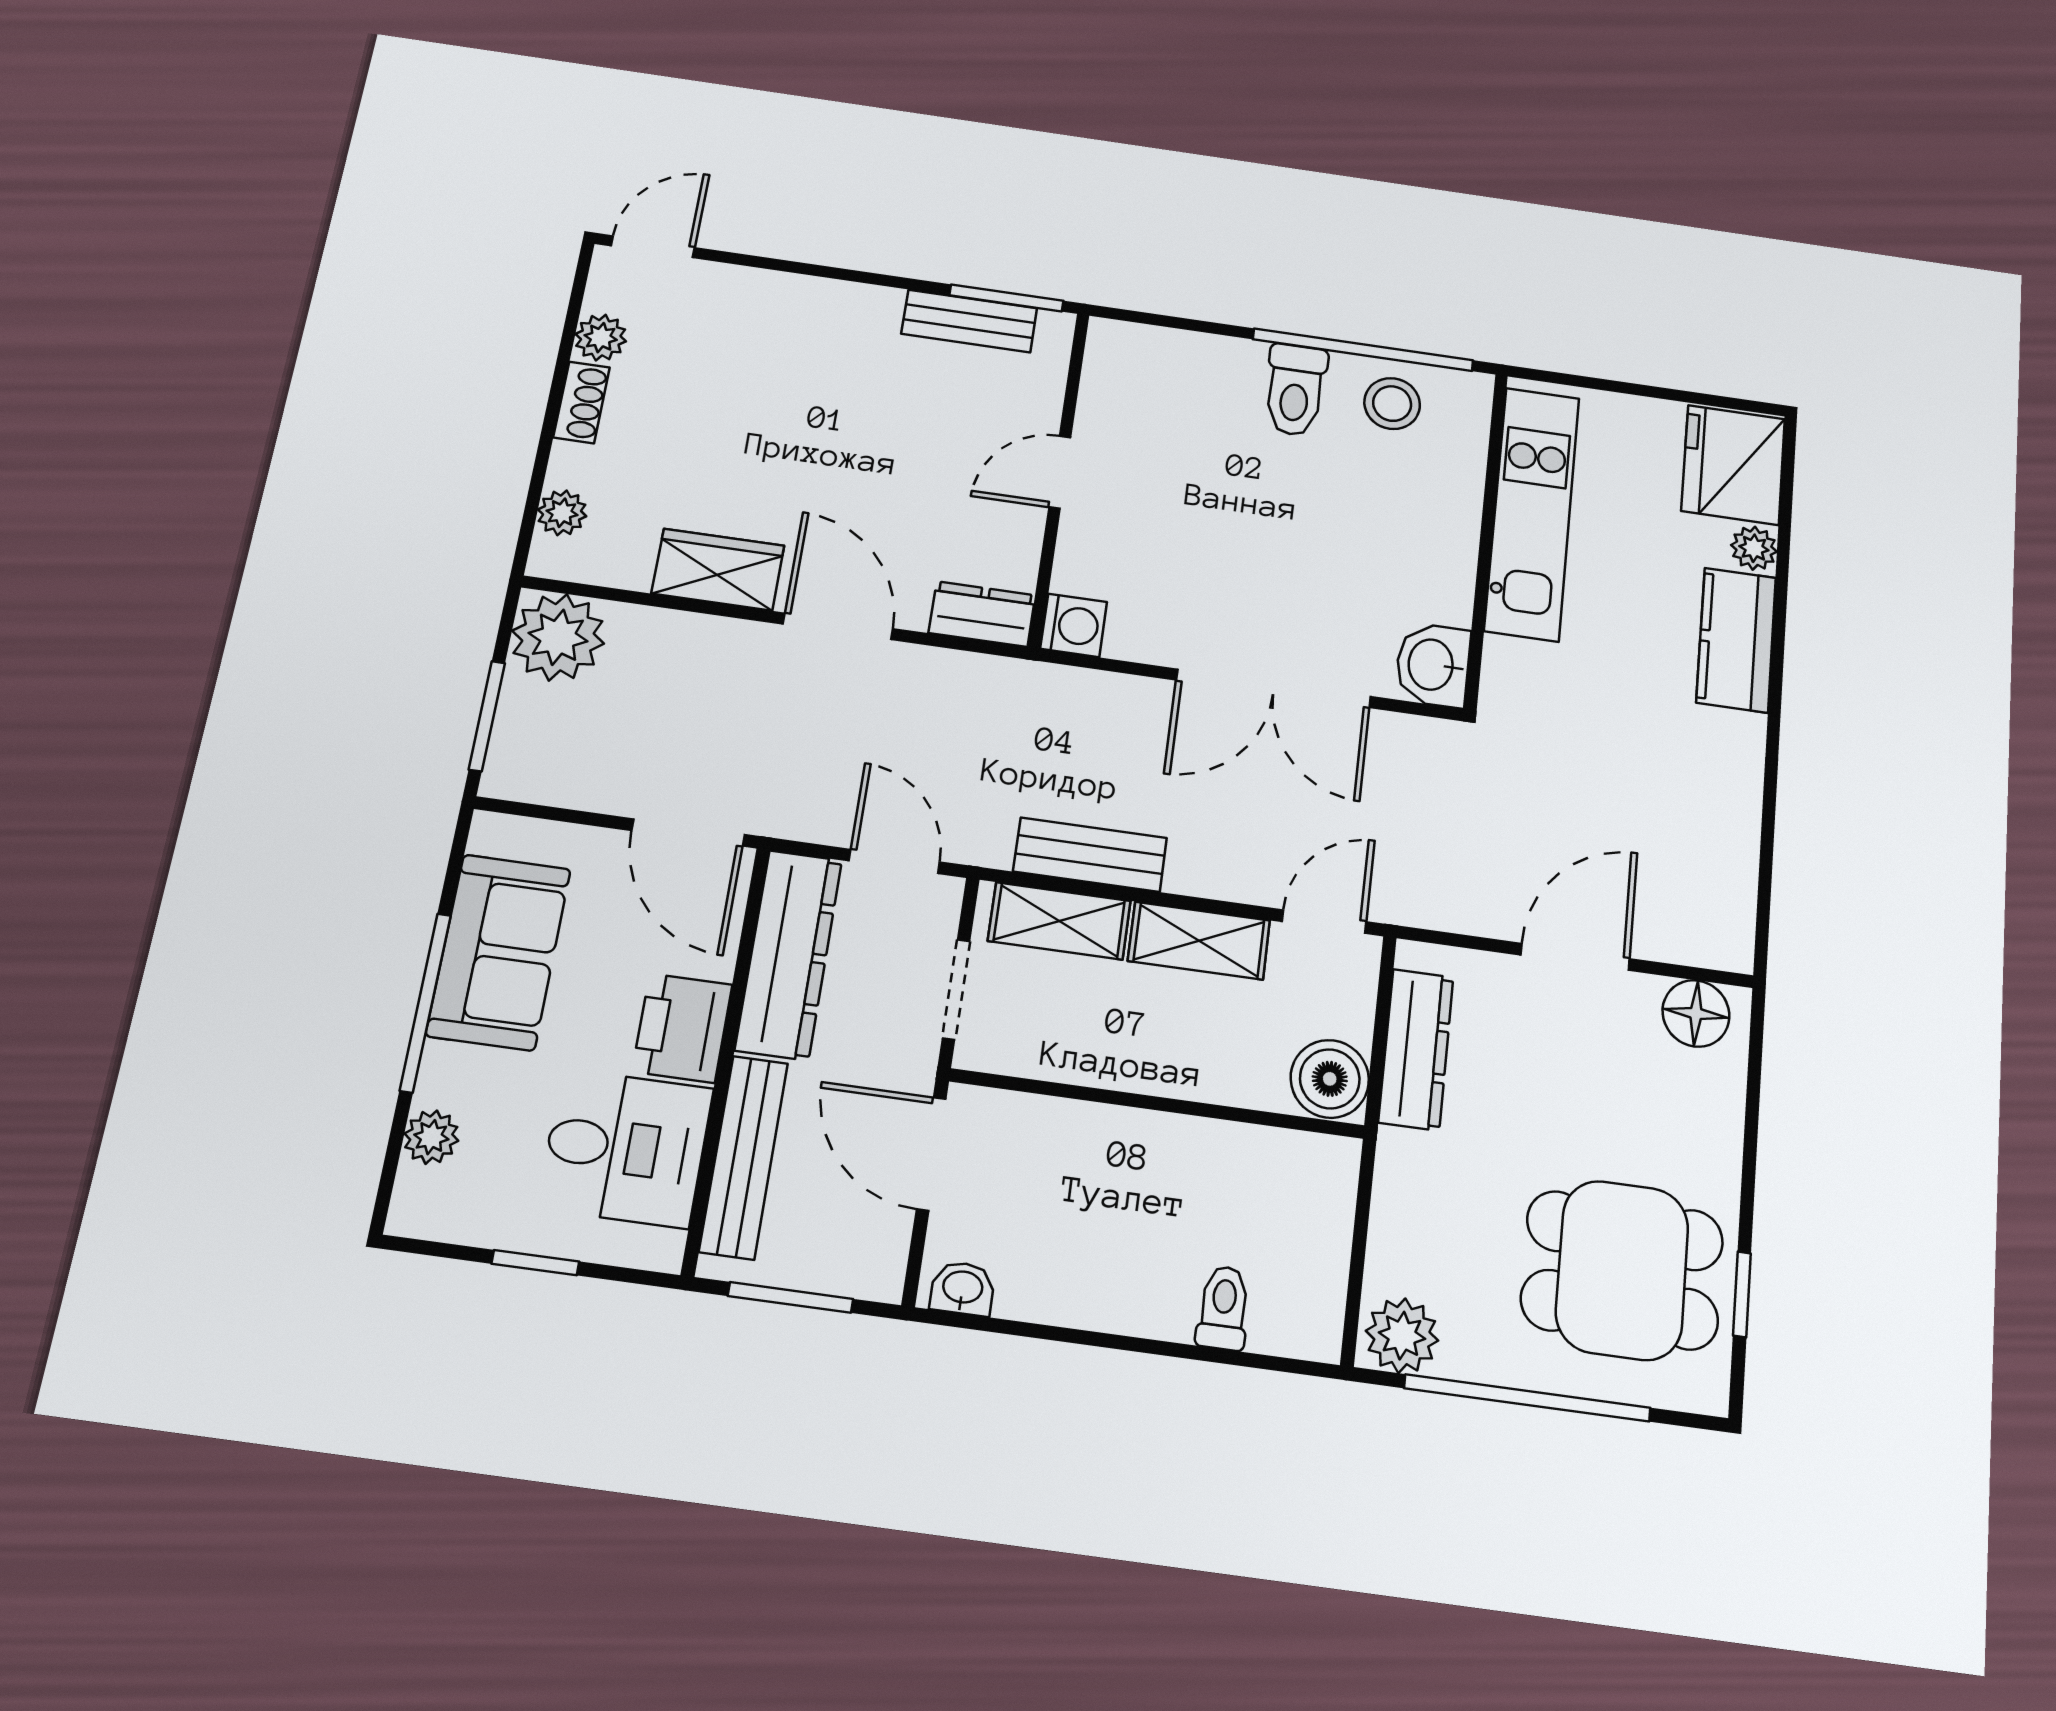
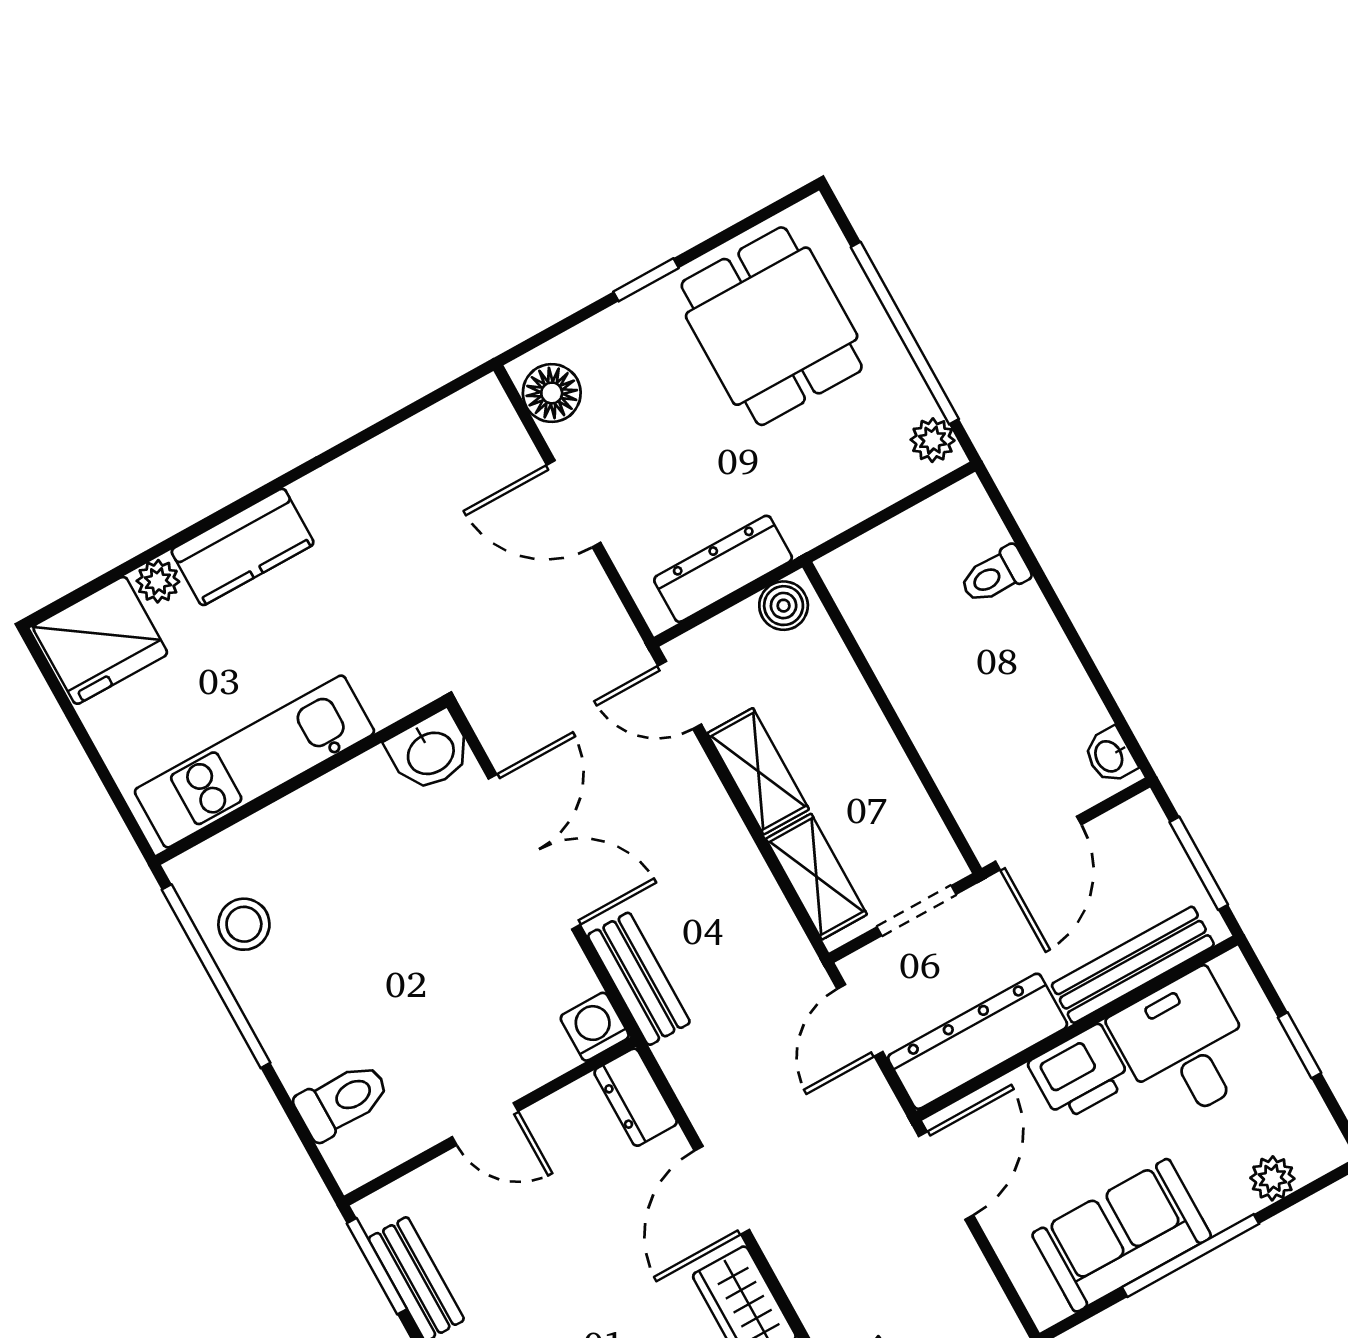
toilet: (1295, 390) -> (342, 1101), moved
bench: (1090, 855) -> (639, 979), moved
boiler: (1330, 1079) -> (784, 606), width x0.73, depth x0.73
window: (1742, 1294) -> (646, 280), moved
plant: (1402, 1336) -> (933, 440), width x0.73, depth x0.73

